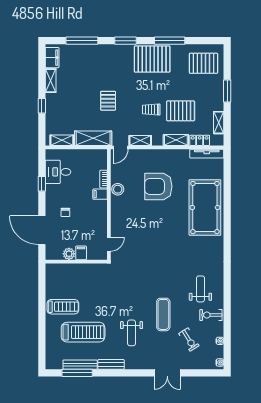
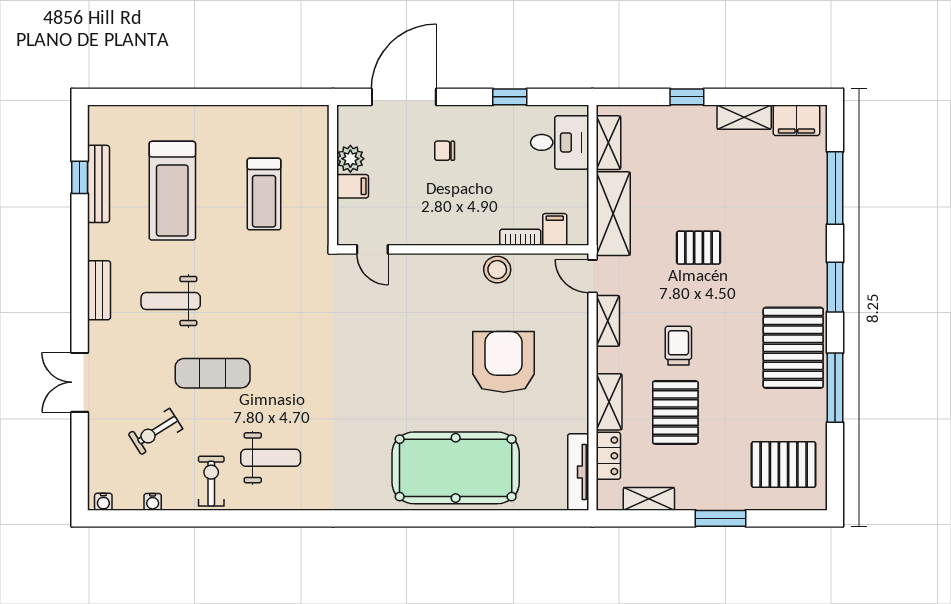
pallet: (203, 63) -> (784, 465), turned 90
desk: (58, 172) -> (560, 142), moved, turned 90
filing cabinet: (100, 194) -> (555, 229), moved
treadmill: (63, 307) -> (264, 194), moved
bench: (111, 364) -> (99, 290), moved
window: (77, 373) -> (80, 177), width x0.46

